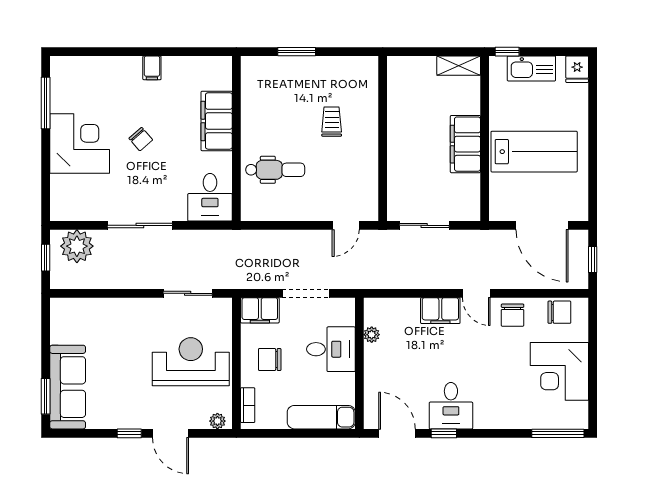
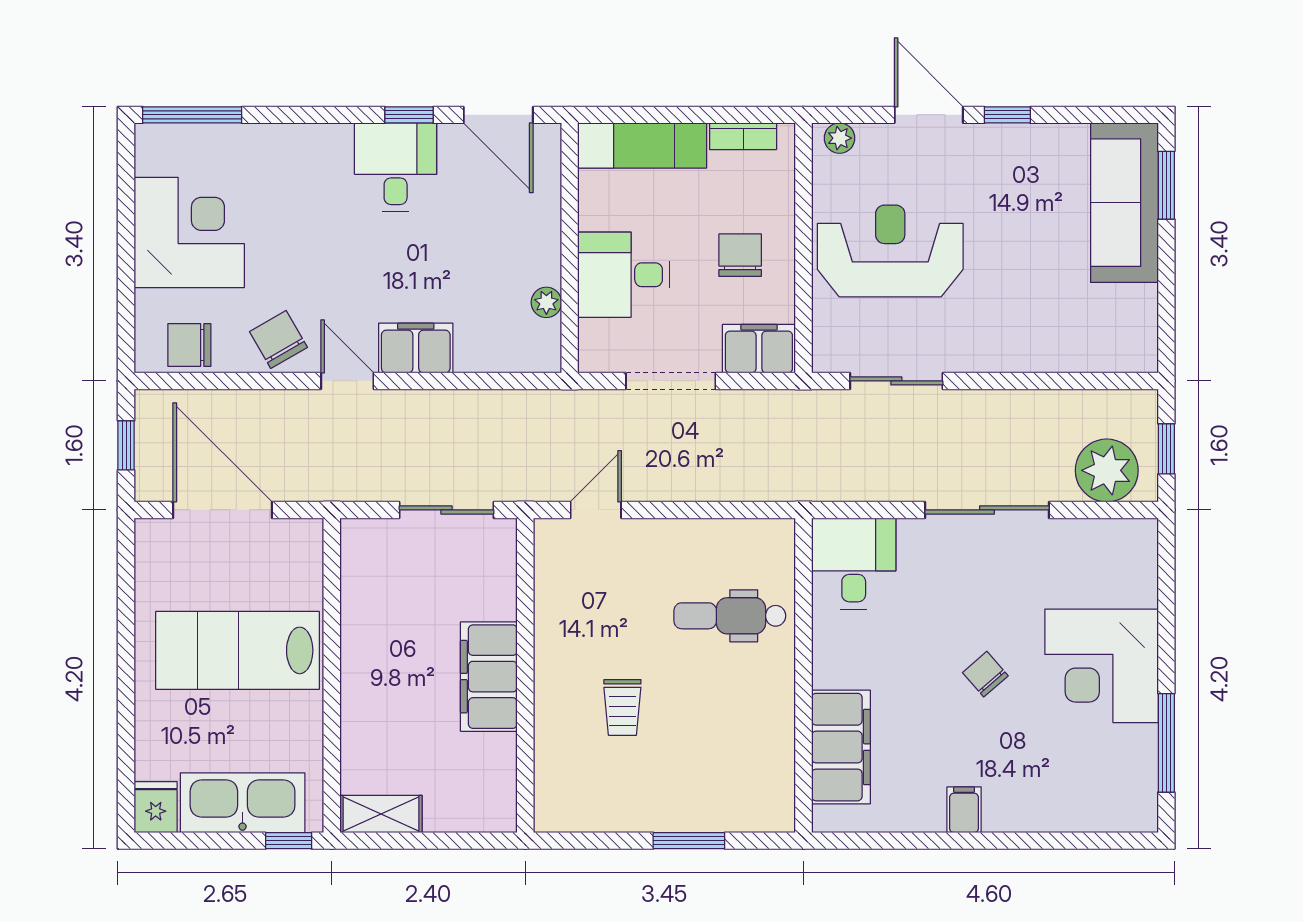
kitchen sink: (531, 68) -> (243, 803), width x1.36, depth x1.24
filing cabinet: (217, 121) -> (841, 747), moved
filing cabinet: (465, 144) -> (489, 677), moved, turned 180
chair: (513, 315) -> (278, 339), turned -30
chair: (270, 359) -> (740, 255), turned -90
reception desk: (191, 362) -> (890, 251), turned 180
bookcase: (248, 405) -> (743, 136), moved, turned -90

